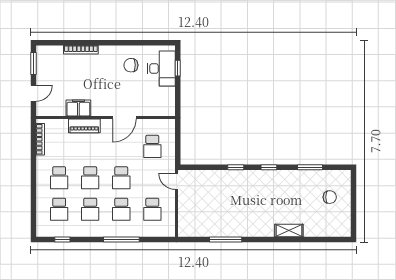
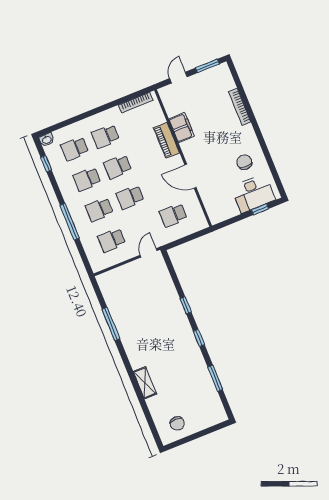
door: (34, 93) -> (178, 78), swing flipped
chair: (330, 197) -> (177, 424), moved
washbasin: (41, 230) -> (47, 140), added

